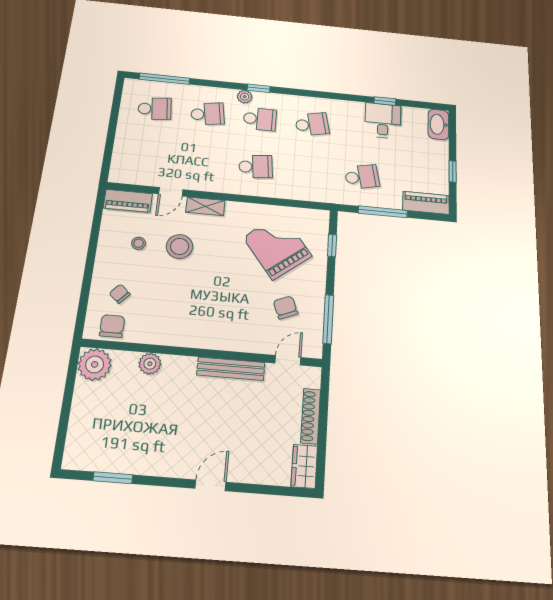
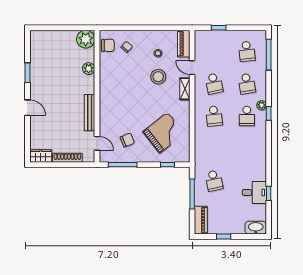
school desk: (312, 124) -> (214, 84), moved
window: (109, 145) -> (219, 28), added
window: (113, 478) -> (27, 73), moved

